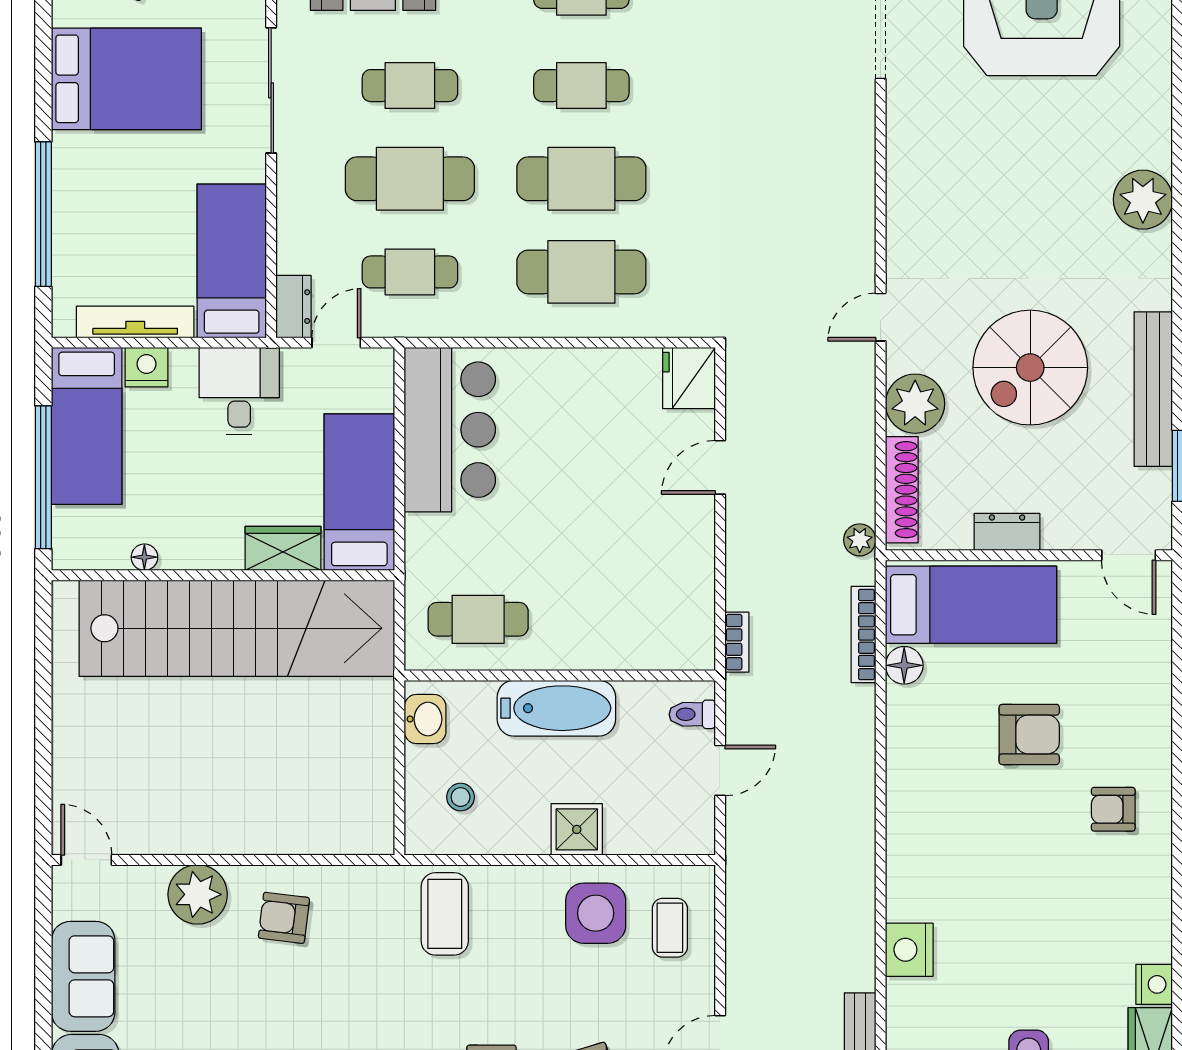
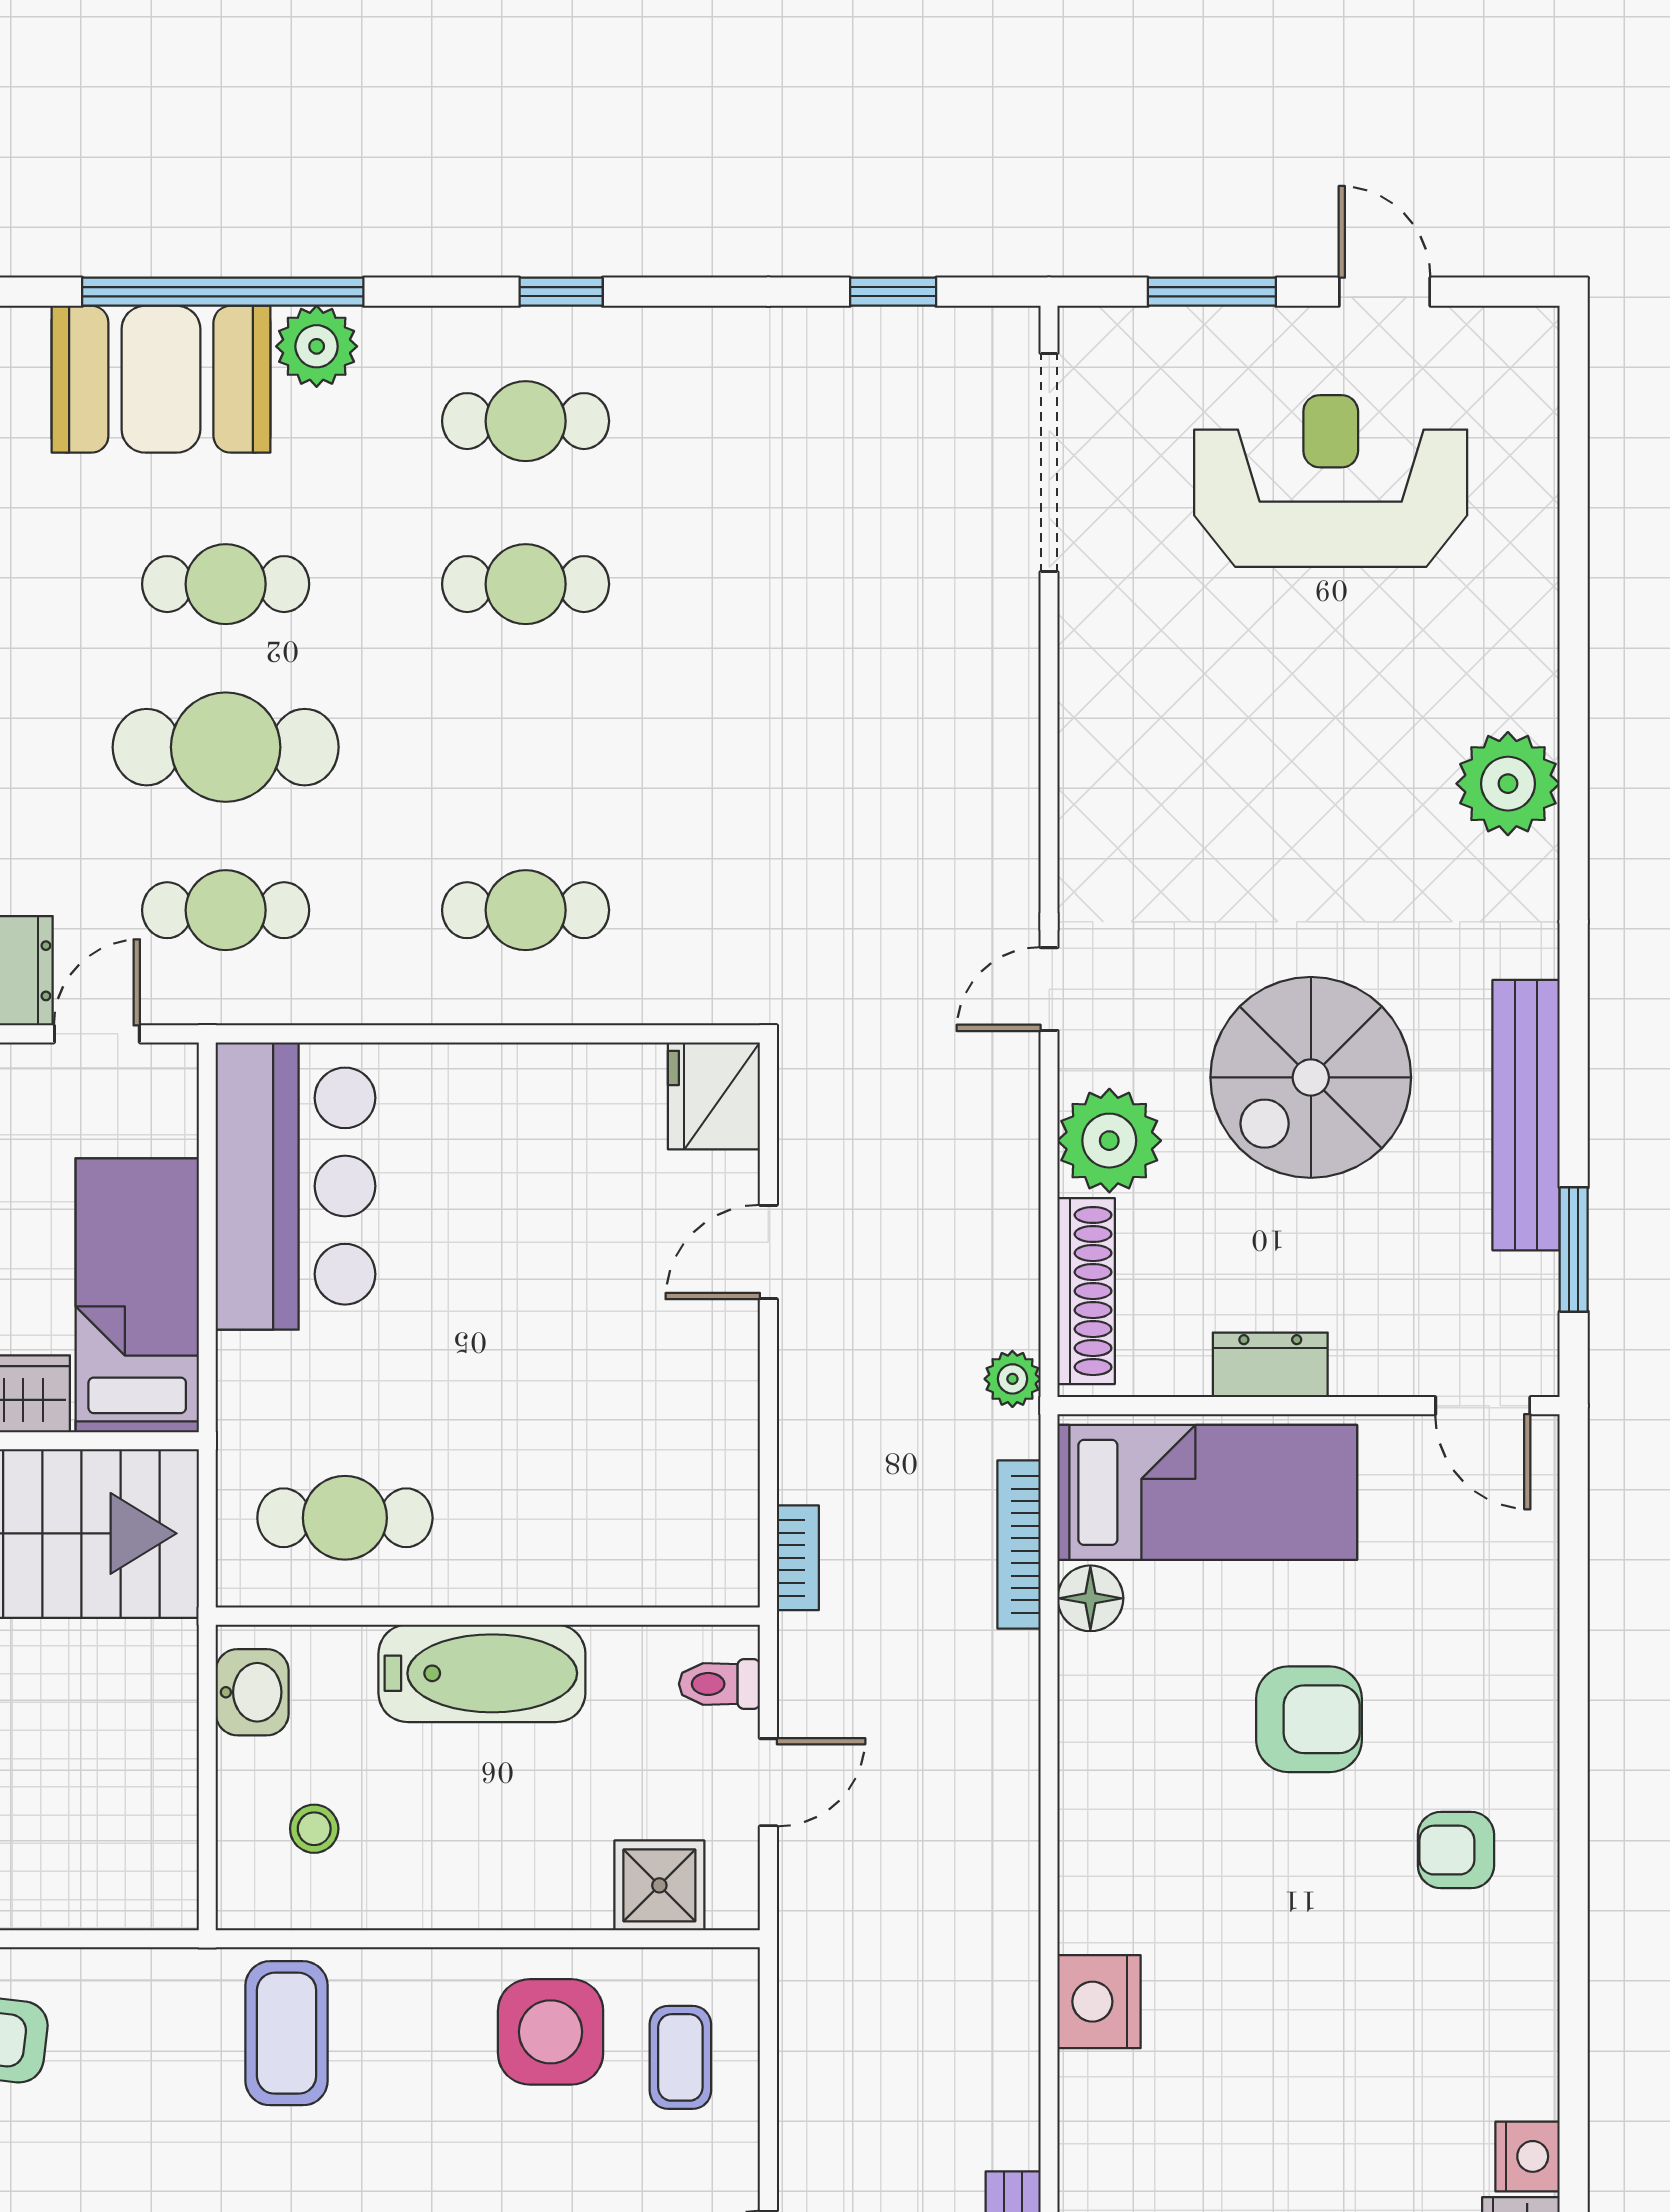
cafe table: (581, 179) -> (526, 747), removed
cafe table: (581, 272) -> (526, 910), width x0.73, depth x0.74
shower: (577, 829) -> (659, 1885), moved
nightstand: (909, 950) -> (1099, 2002), moved

